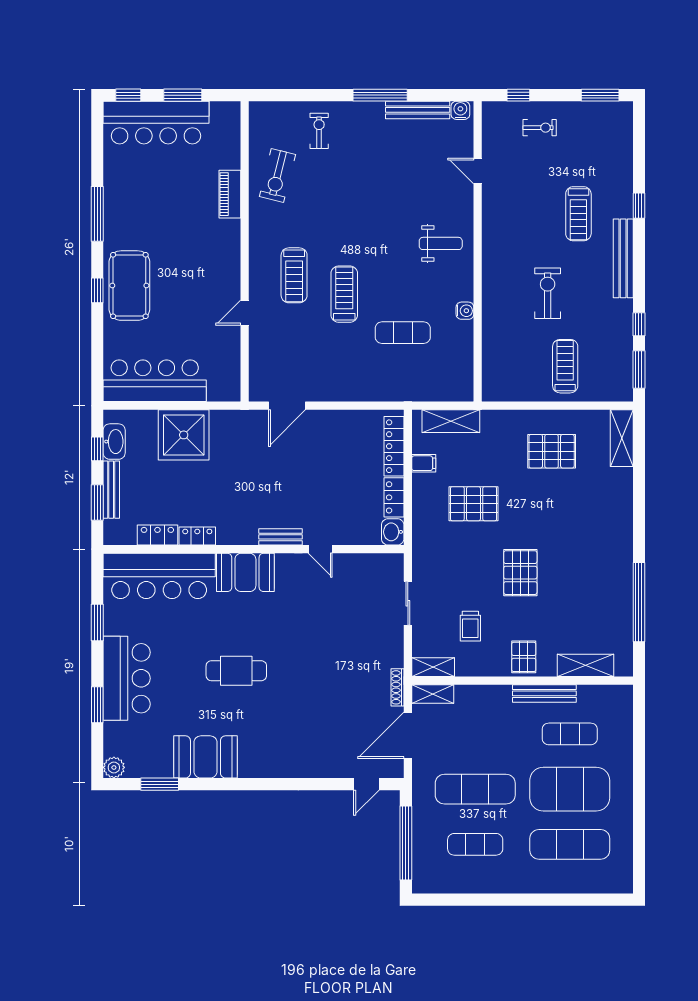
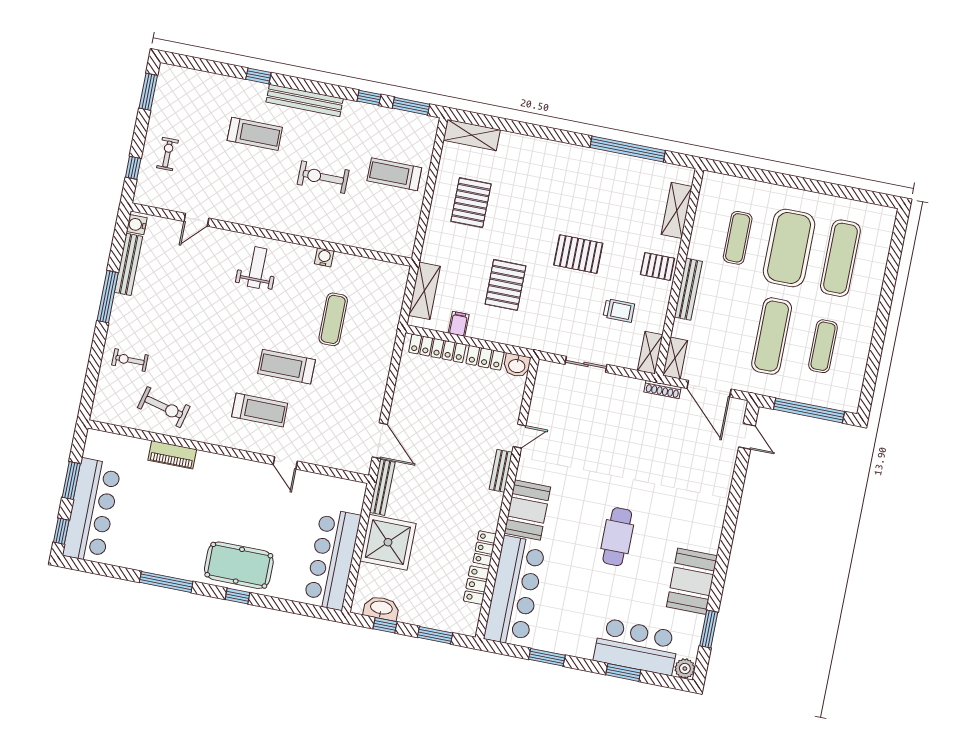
bench: (111, 490) -> (382, 487), moved, turned 90
bar counter: (127, 678) -> (636, 647), moved
bench: (544, 693) -> (688, 289), moved

